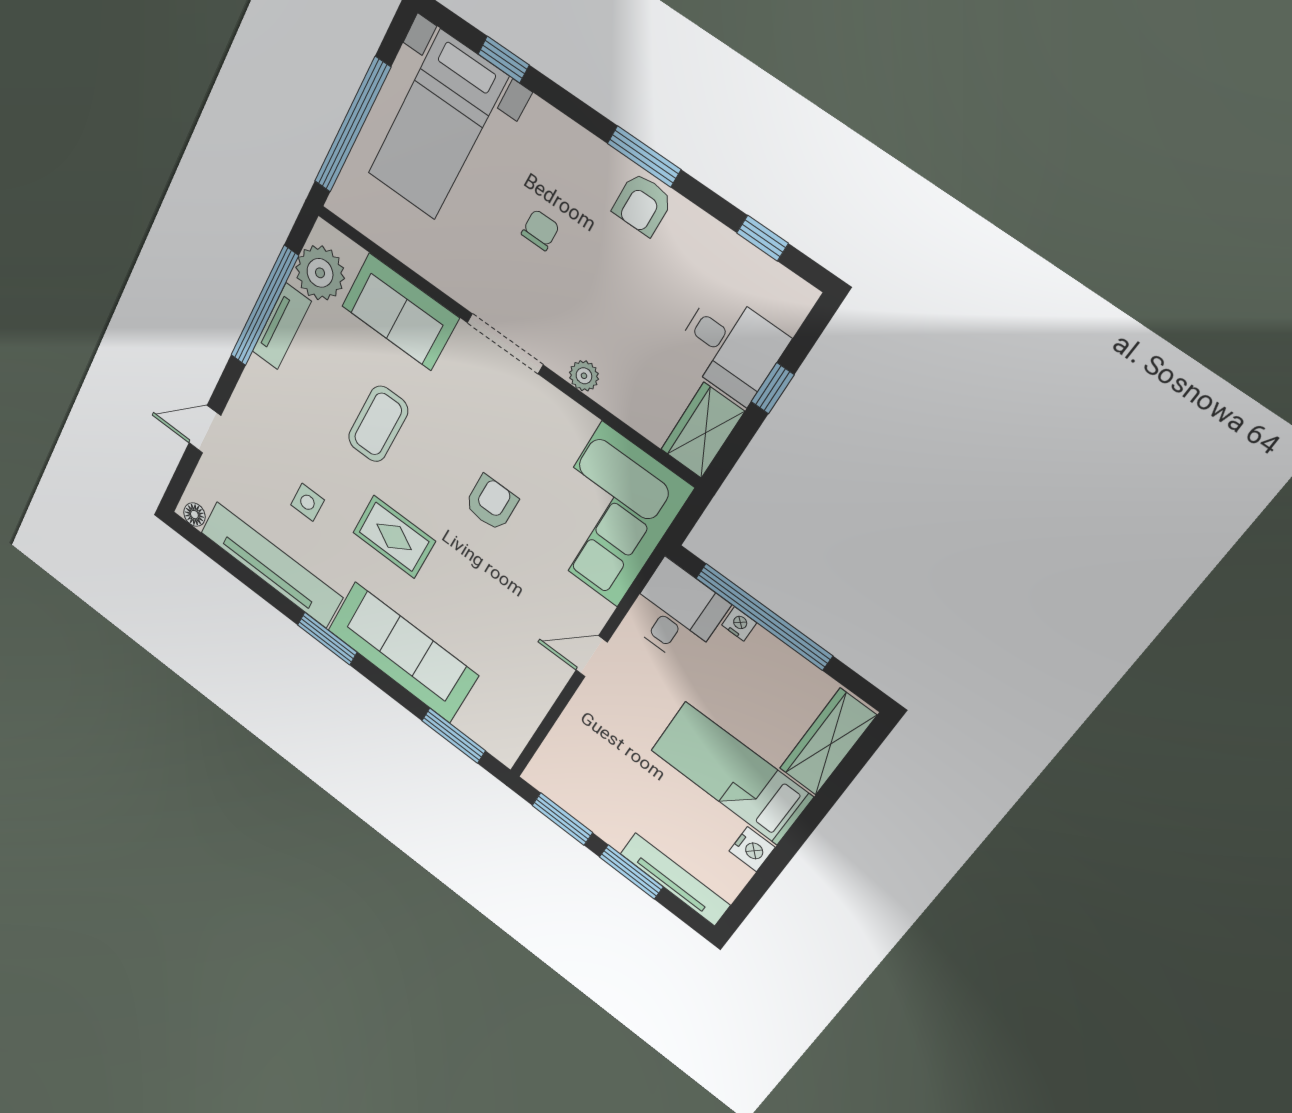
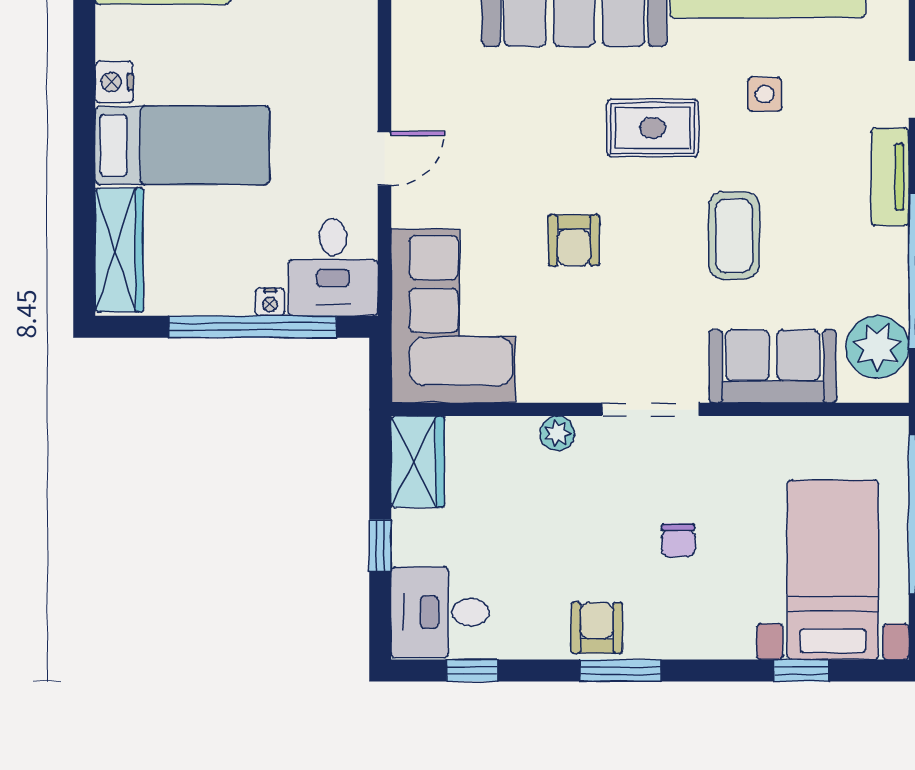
tv unit: (282, 326) -> (890, 177), moved
desk: (731, 346) -> (440, 612), moved

